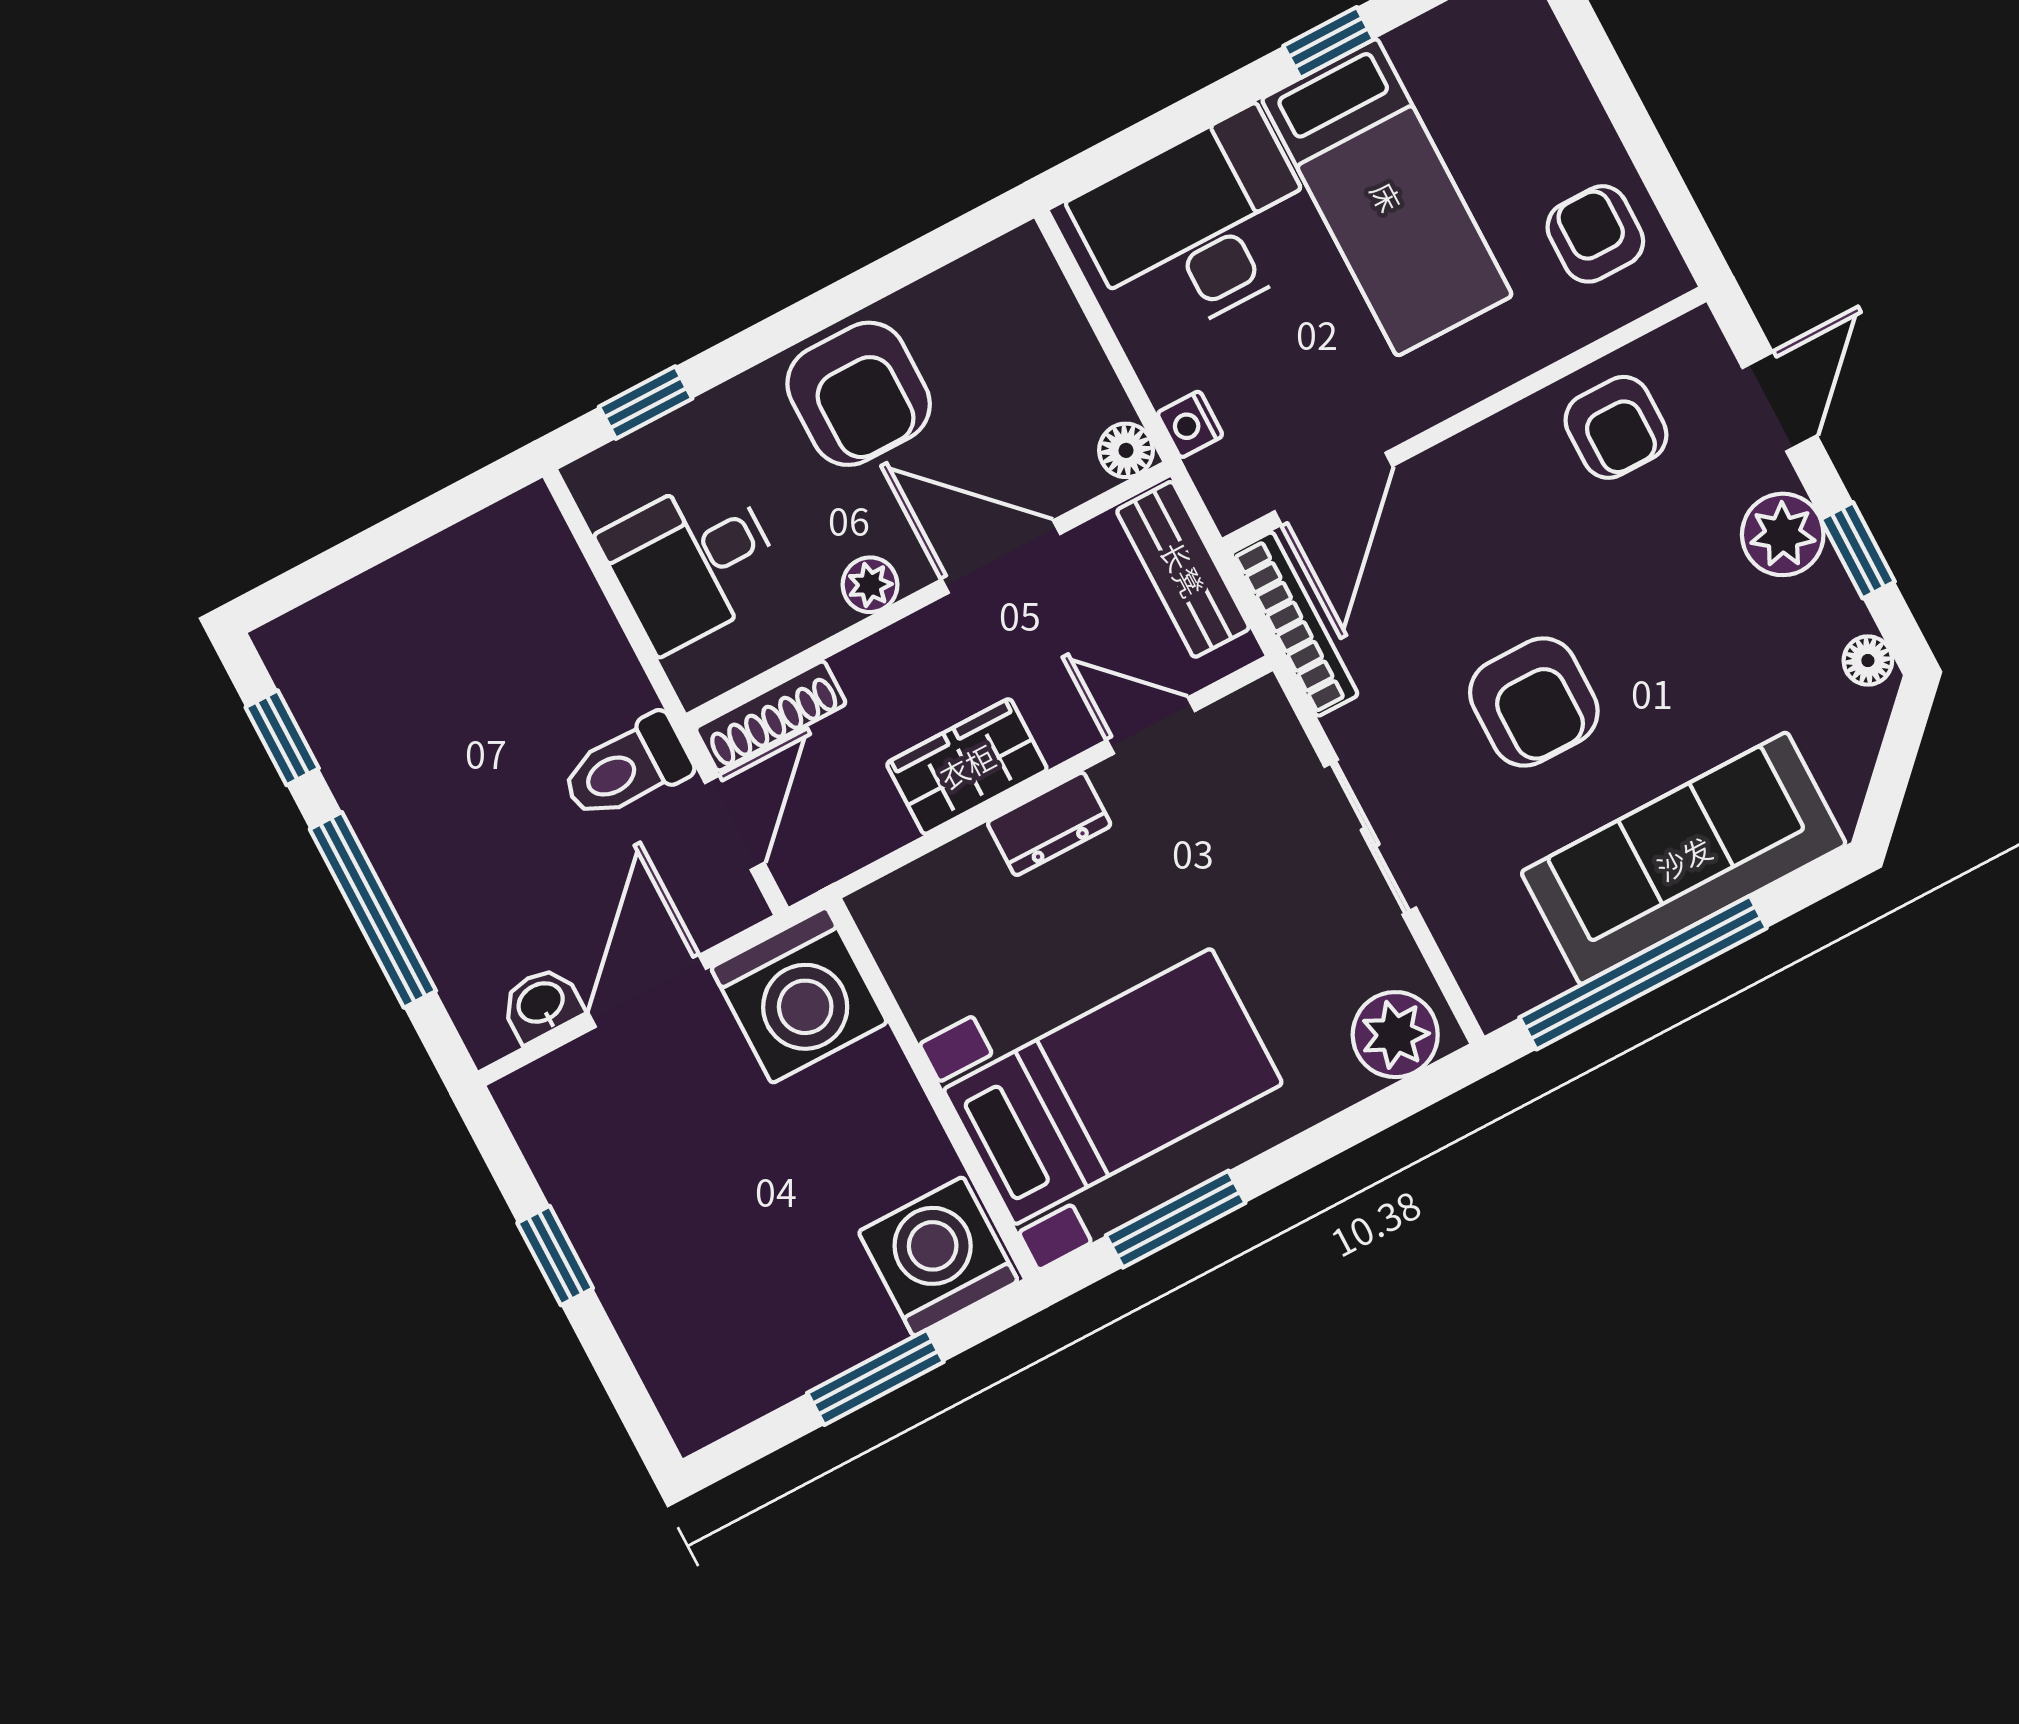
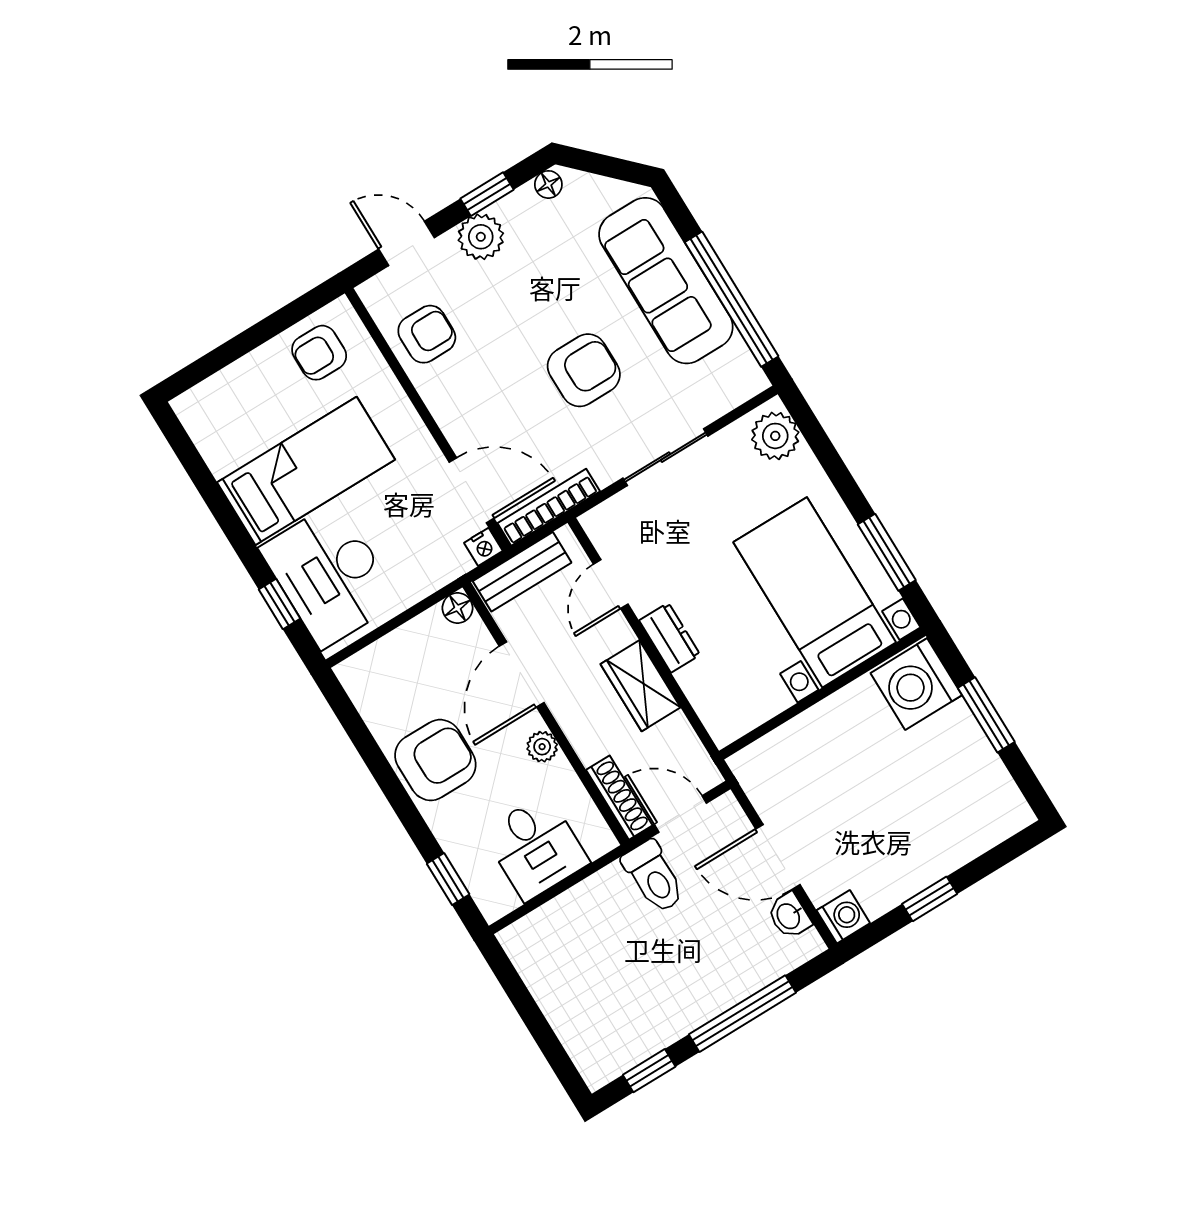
window: (1329, 43) -> (280, 604), moved
nightstand: (1190, 424) -> (483, 547), moved
washing machine: (799, 995) -> (843, 917), moved, width x0.53, depth x0.53

